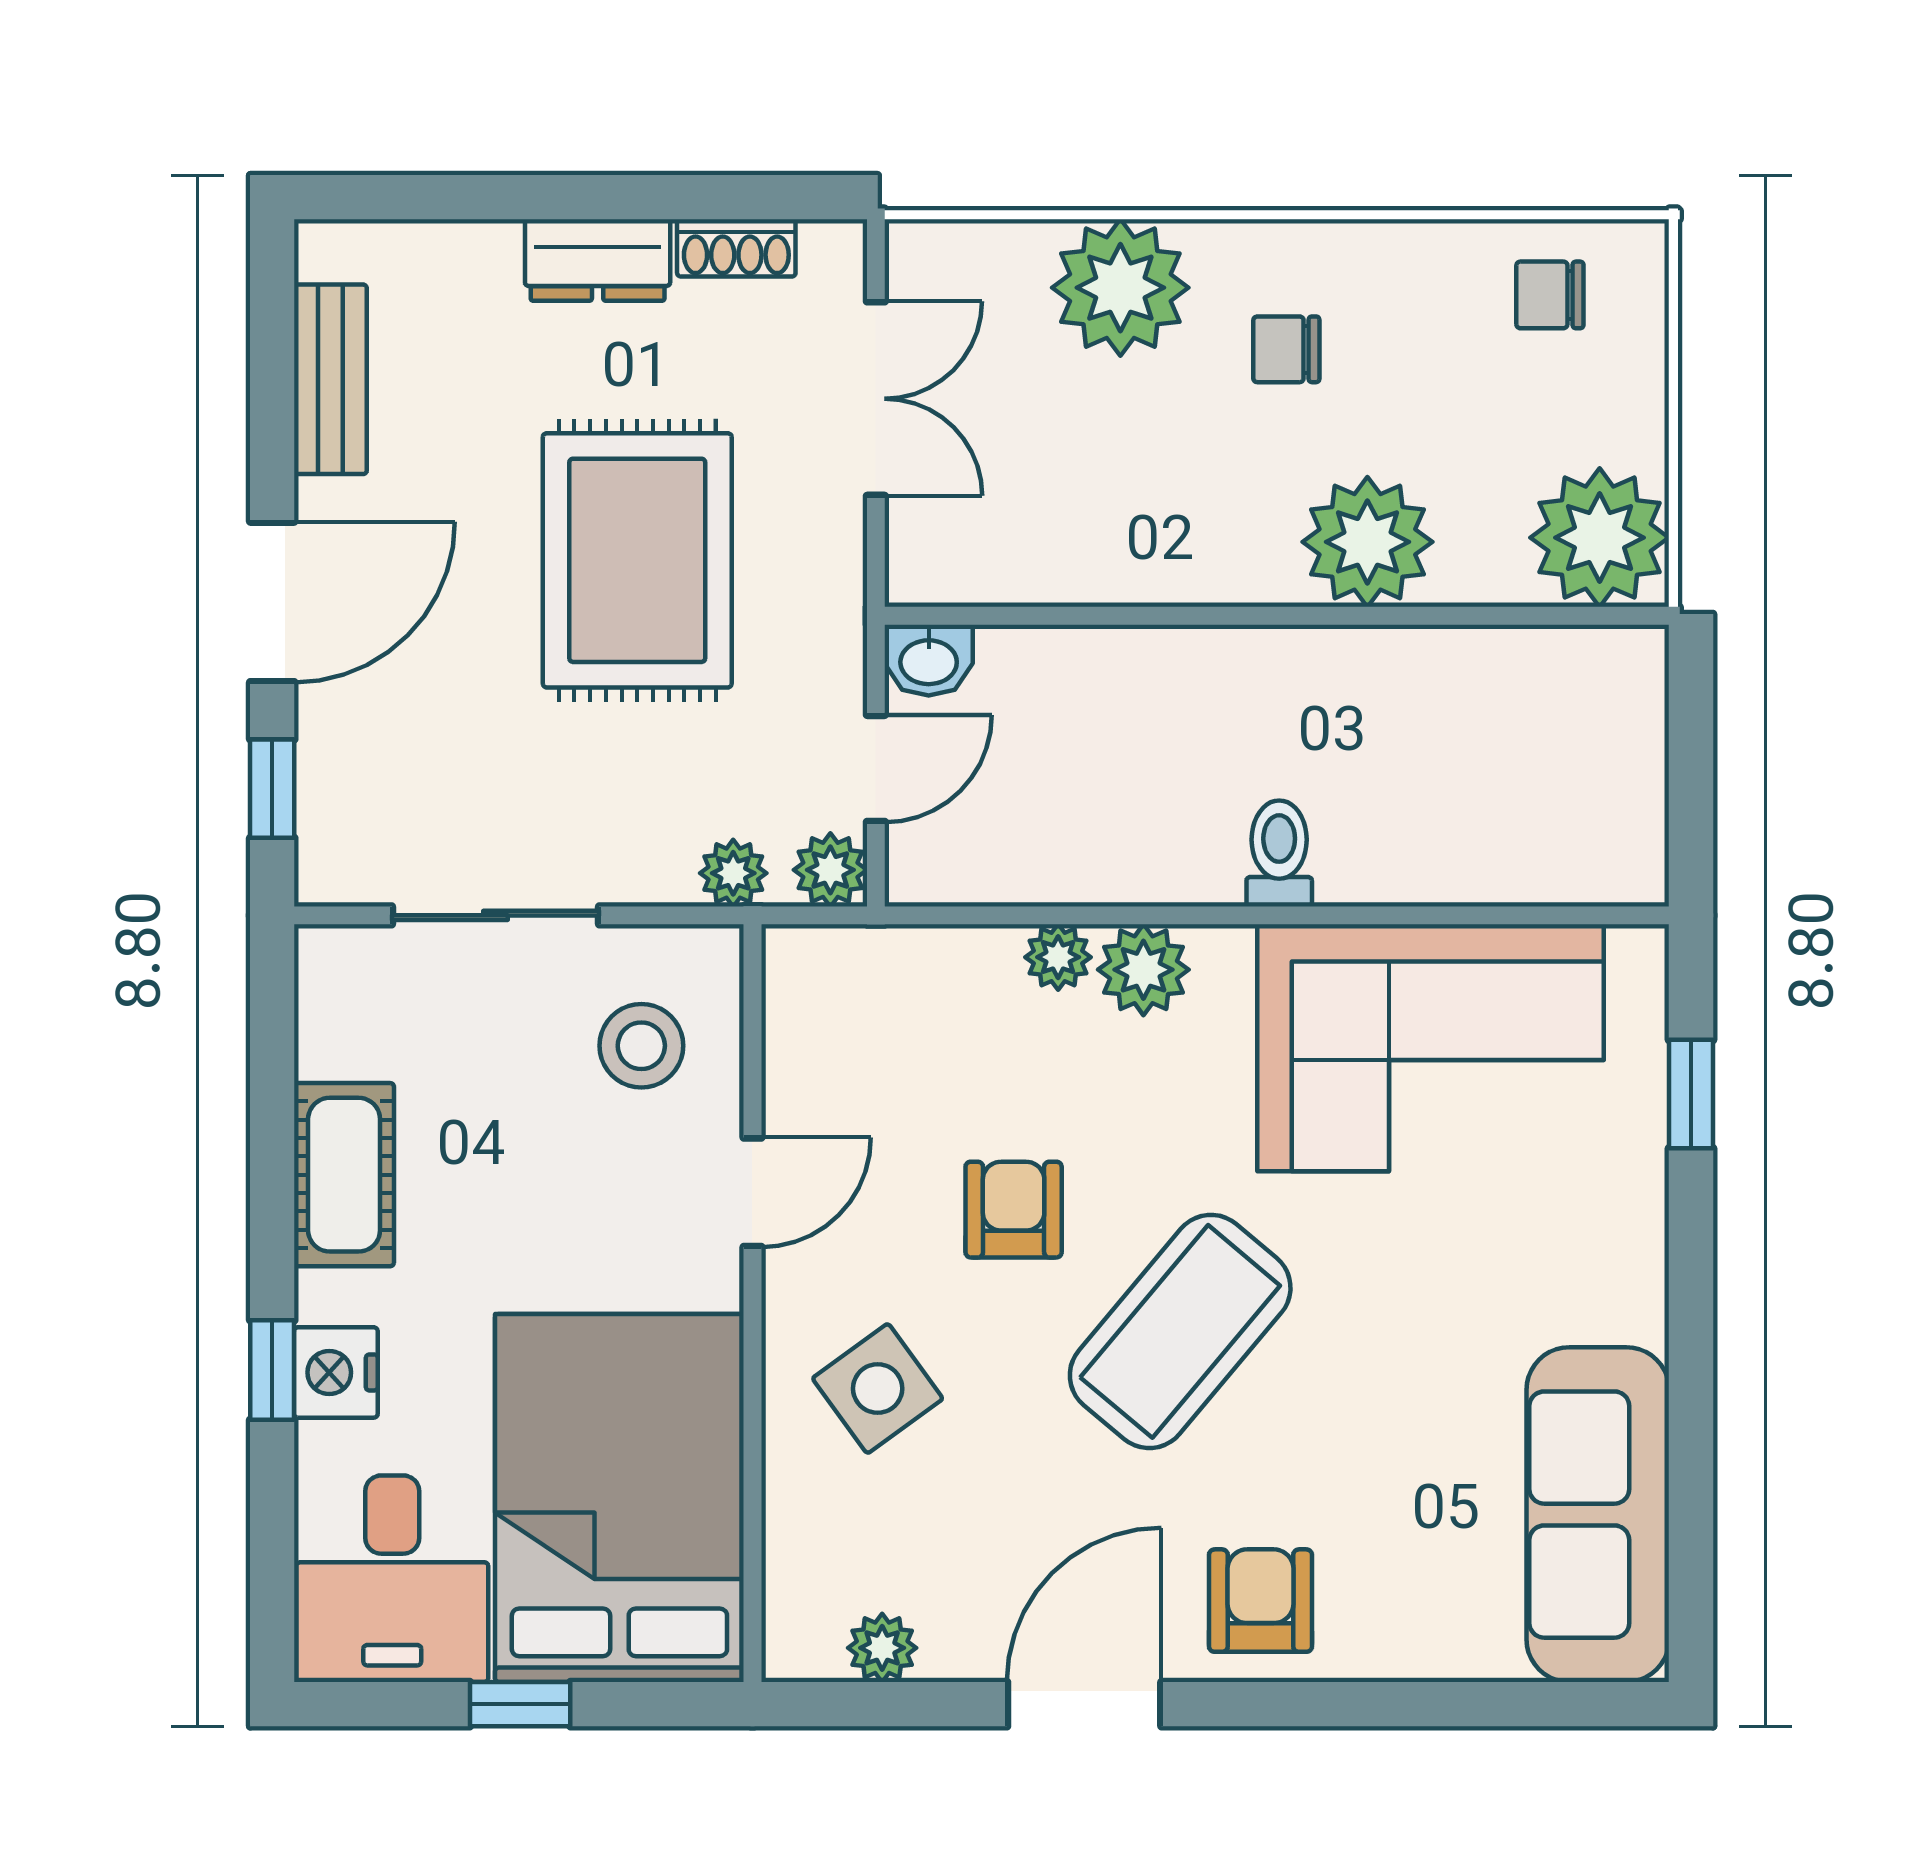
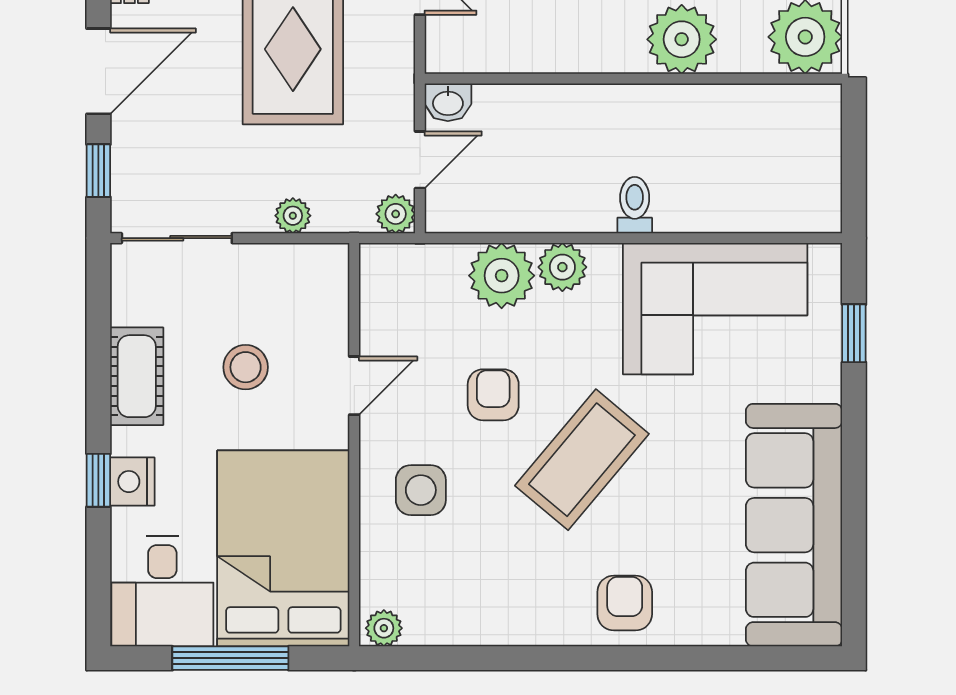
plant: (733, 873) -> (293, 216), moved
sliding door: (495, 915) -> (177, 238), moved
plant: (1058, 957) -> (502, 276), width x1.88, depth x1.88
stool: (641, 1046) -> (246, 367), moved
side table: (878, 1389) -> (421, 490), turned 36
sofa: (1598, 1515) -> (794, 525), width x1.36, depth x1.27
plant: (882, 1648) -> (384, 628), moved
window: (520, 1704) -> (230, 658), width x2.17
door: (1084, 1704) -> (531, 658), removed

